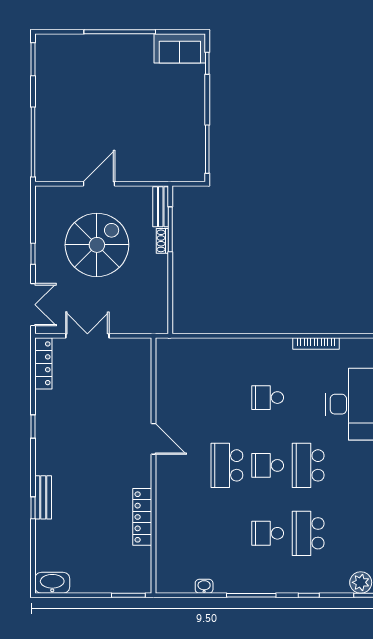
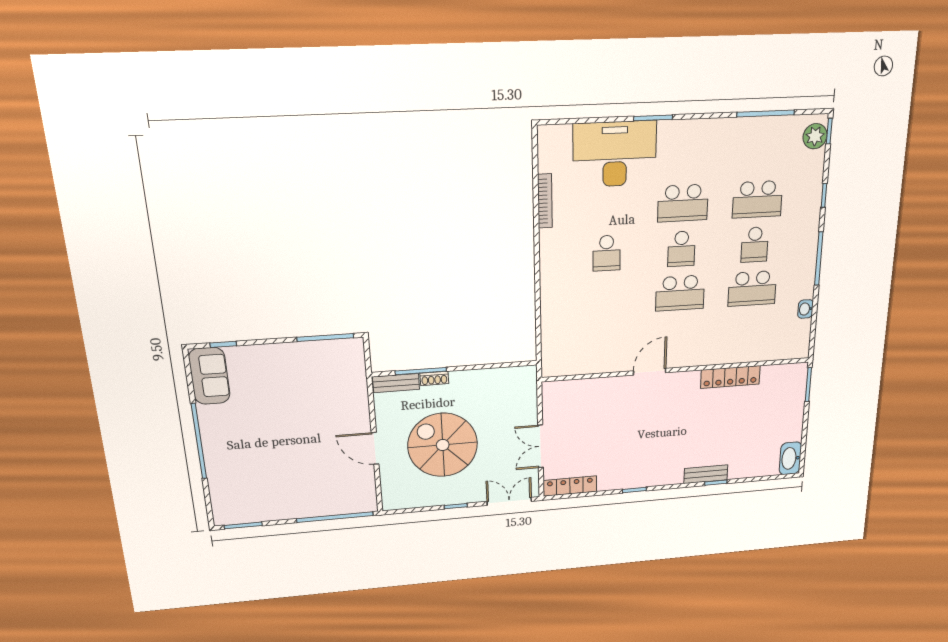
school desk: (227, 533) -> (752, 289), added

